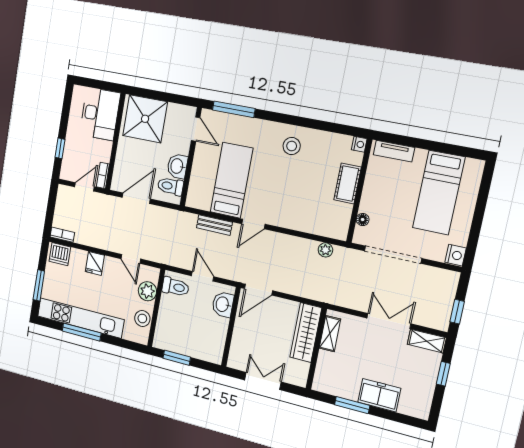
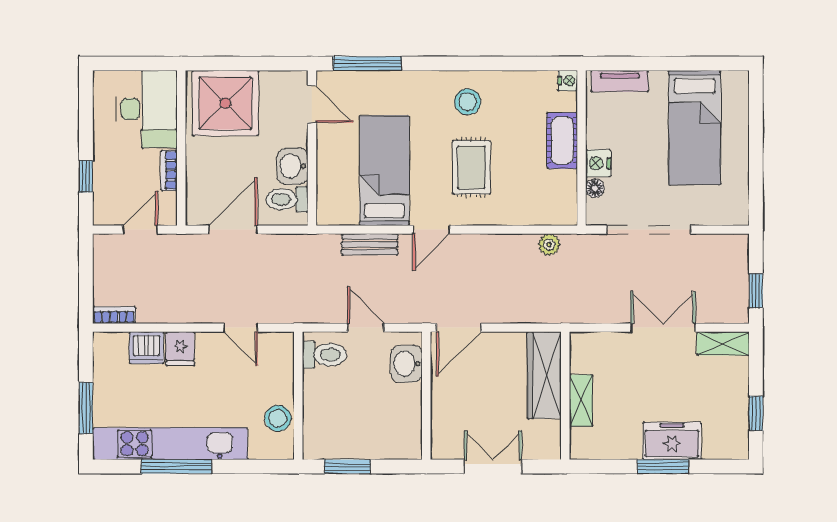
bookcase: (103, 175) -> (169, 170), moved
rug: (286, 189) -> (471, 167), added
dishwasher: (60, 254) -> (146, 348), moved
nightstand: (455, 255) -> (598, 163), moved, turned 180
plant: (147, 291) -> (279, 373), removed
shelving: (330, 334) -> (581, 400), moved
window: (443, 374) -> (756, 413), moved
window: (352, 405) -> (663, 467), moved

